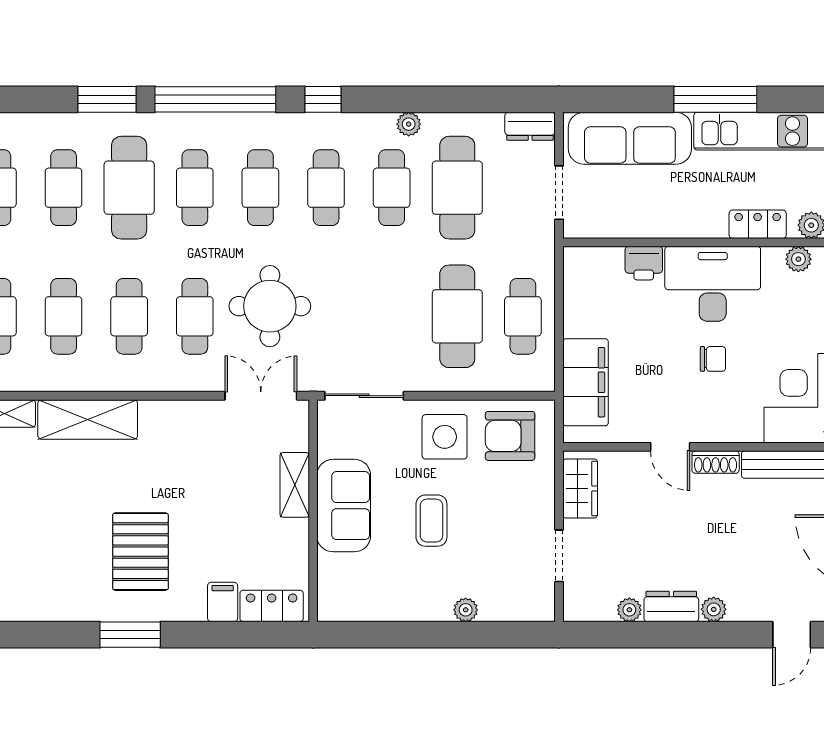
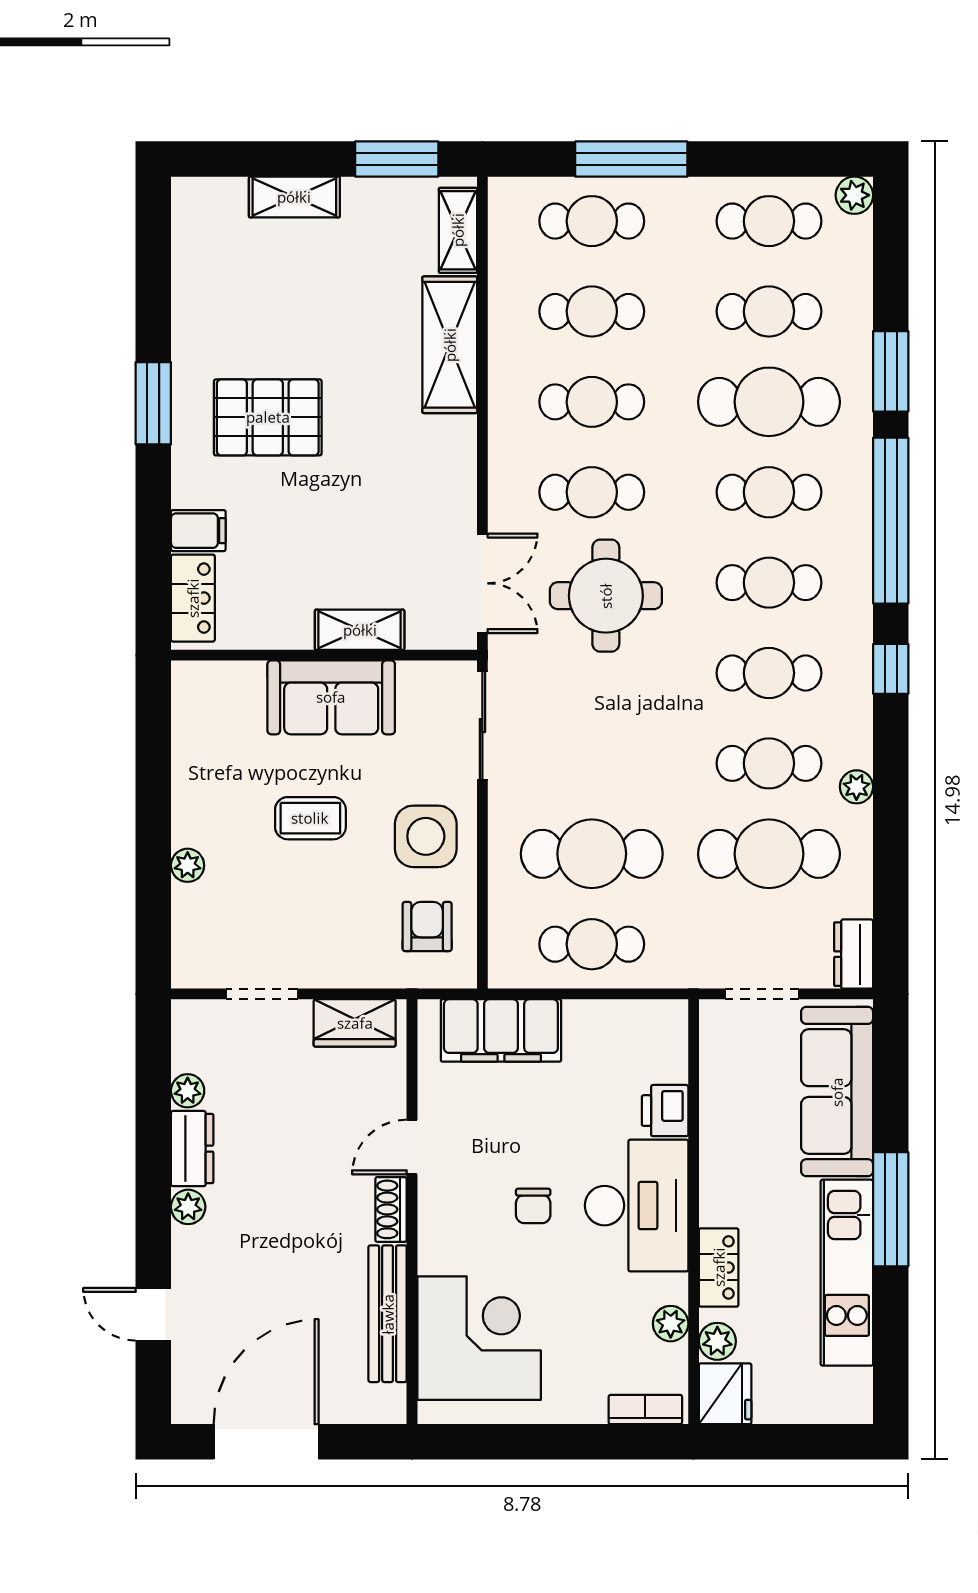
armchair: (510, 436) -> (427, 927), width x0.72, depth x0.72

